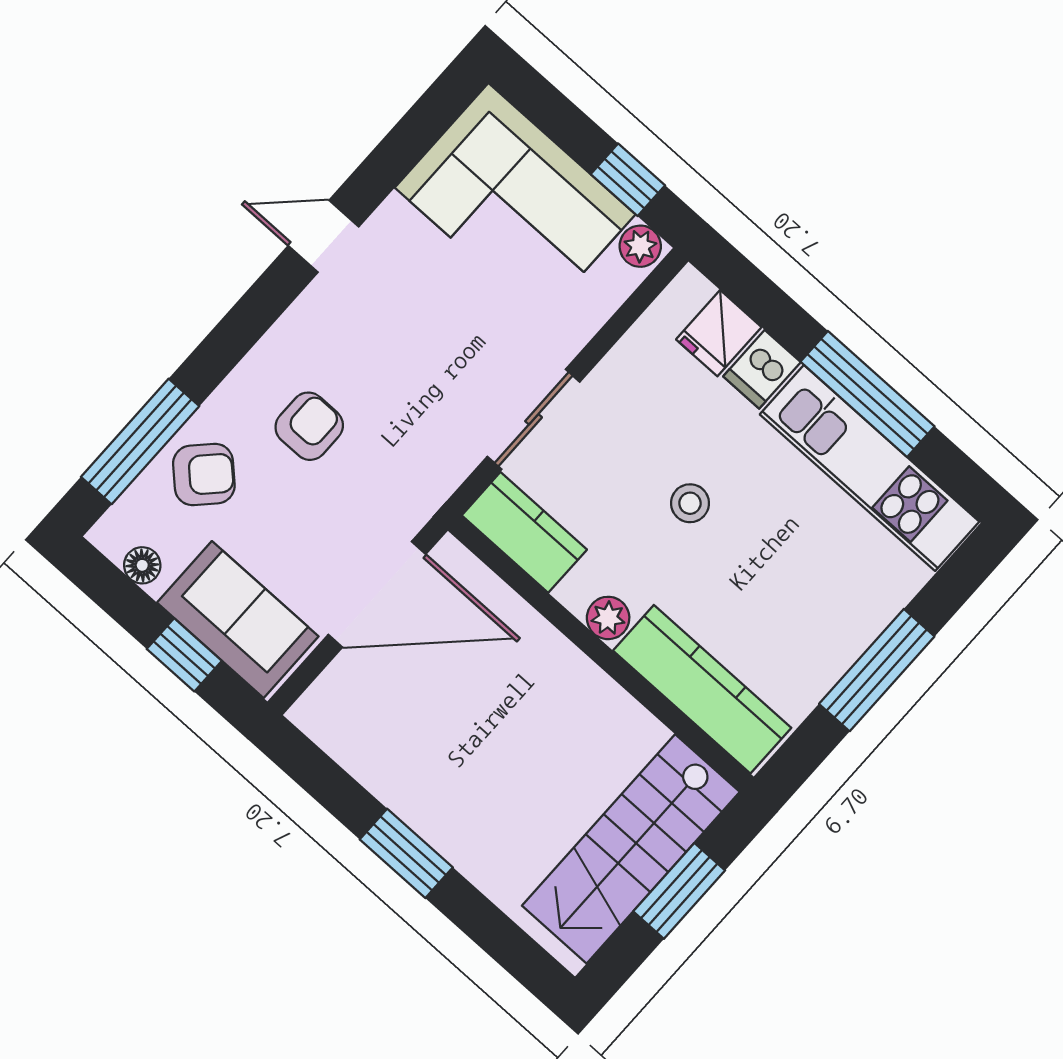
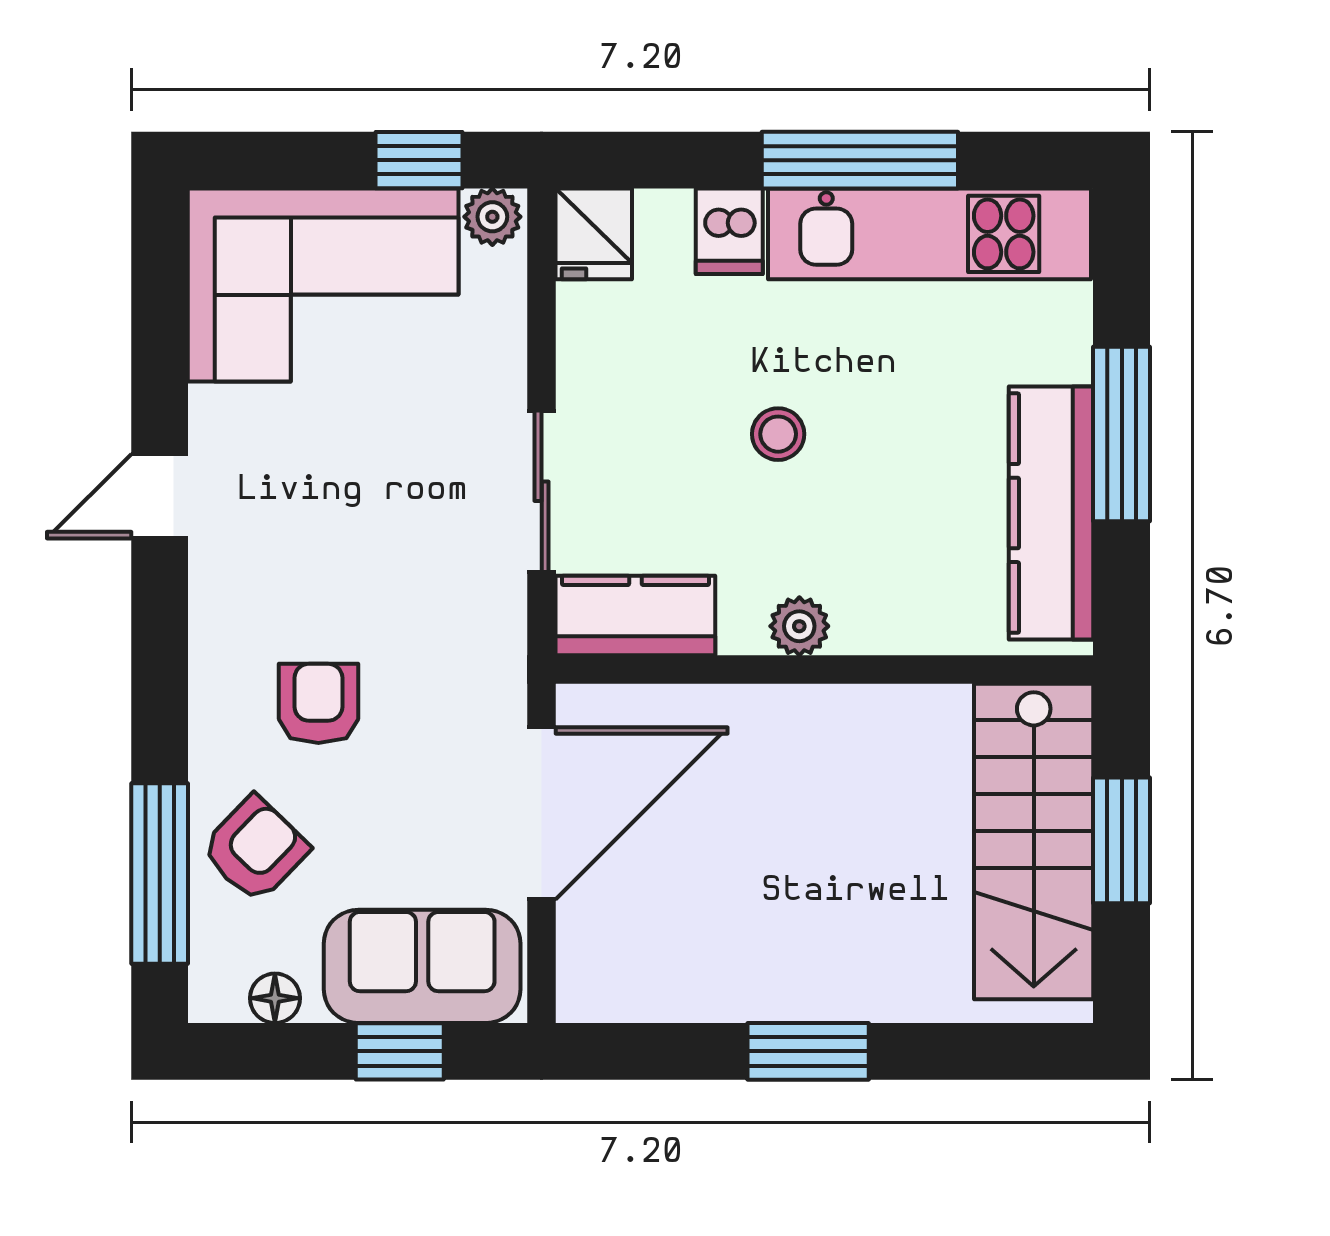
fridge: (719, 333) -> (594, 234), moved
kitchen counter: (702, 689) -> (1051, 513), moved, turned -90

